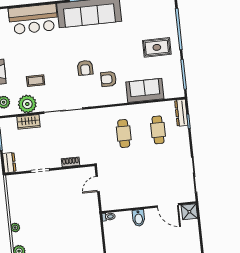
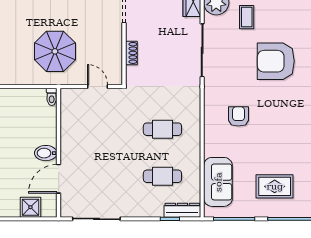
rug: (157, 47) -> (275, 186), turned 90
armchair: (85, 68) -> (276, 61), moved, width x1.88, depth x1.88
sofa: (145, 90) -> (218, 182), moved
shower: (189, 212) -> (30, 207), moved
parasol: (75, 218) -> (55, 51), added
bidet: (139, 218) -> (46, 153), moved

